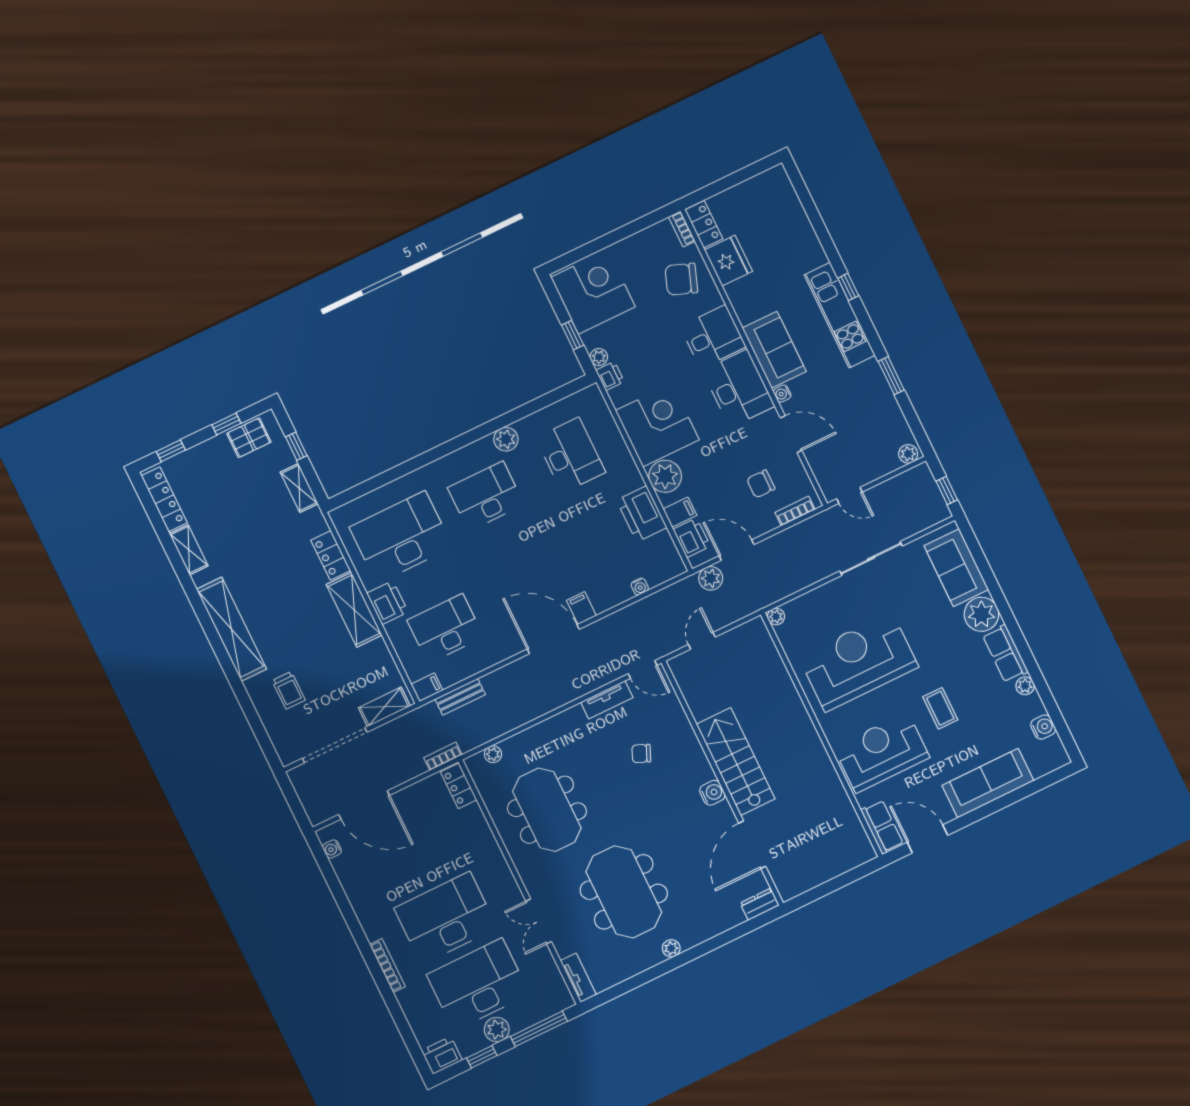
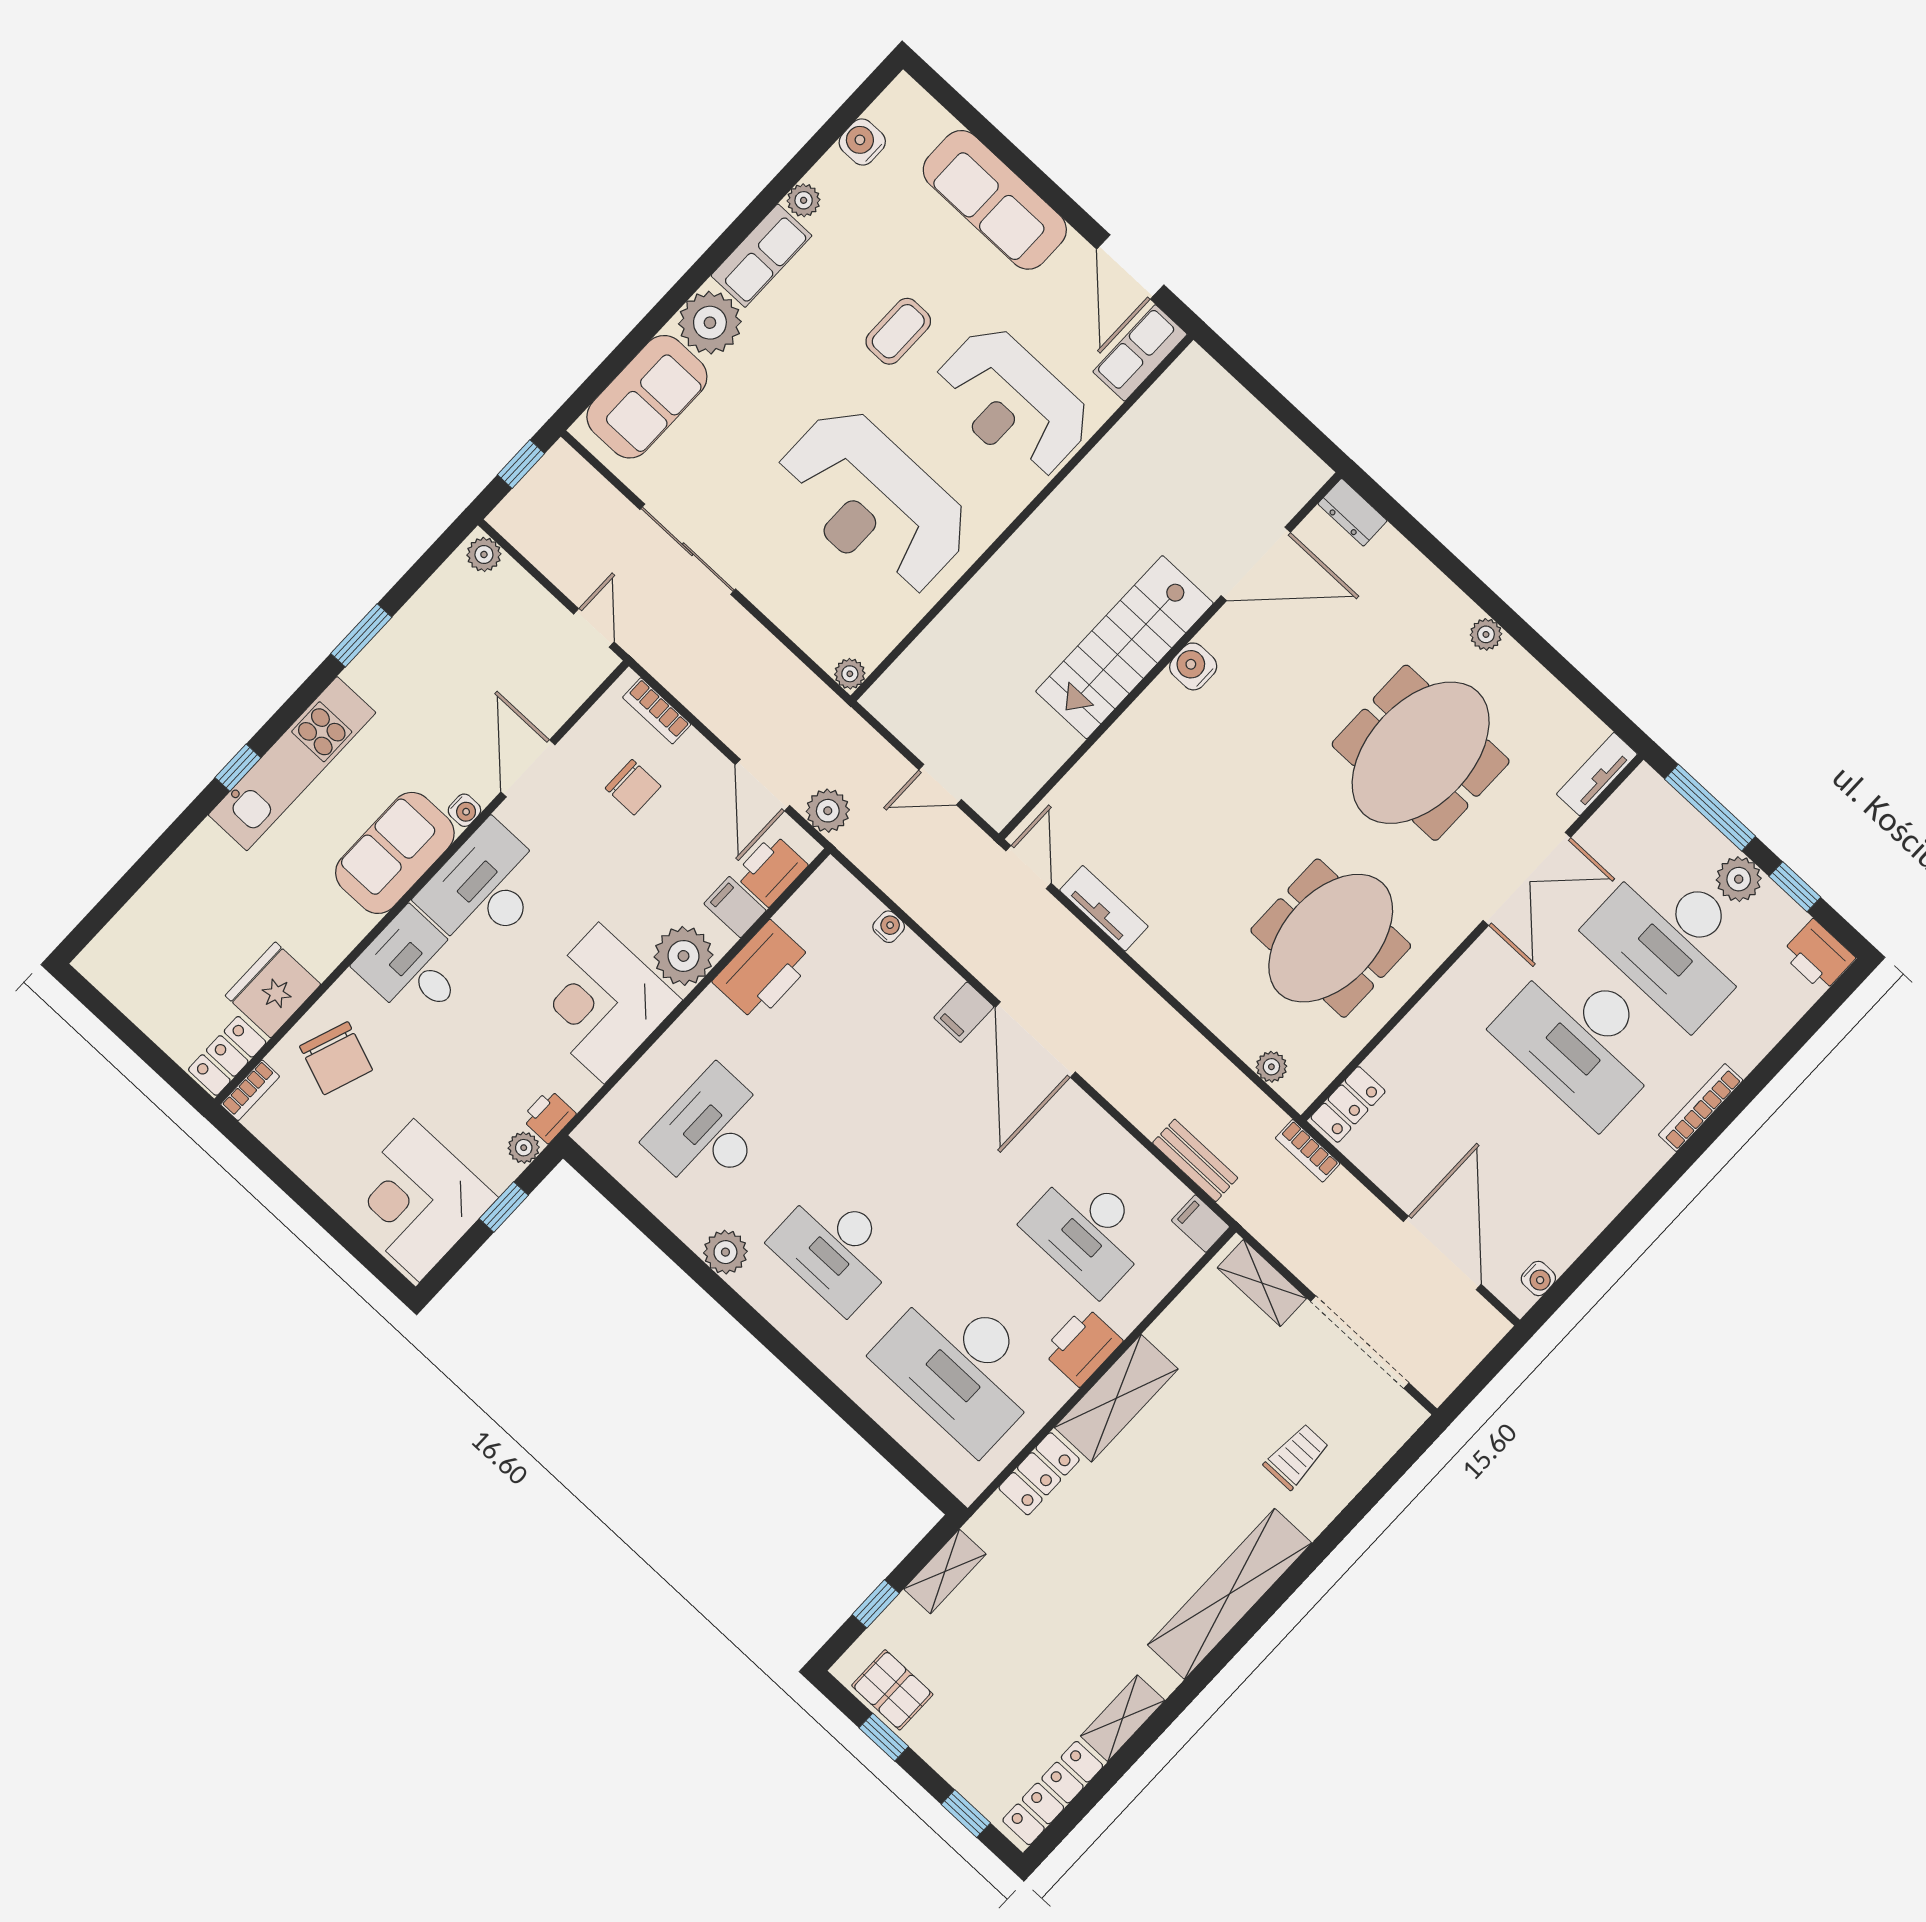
chair: (641, 753) -> (1173, 814), removed
double door: (539, 921) -> (1527, 879), width x1.37

